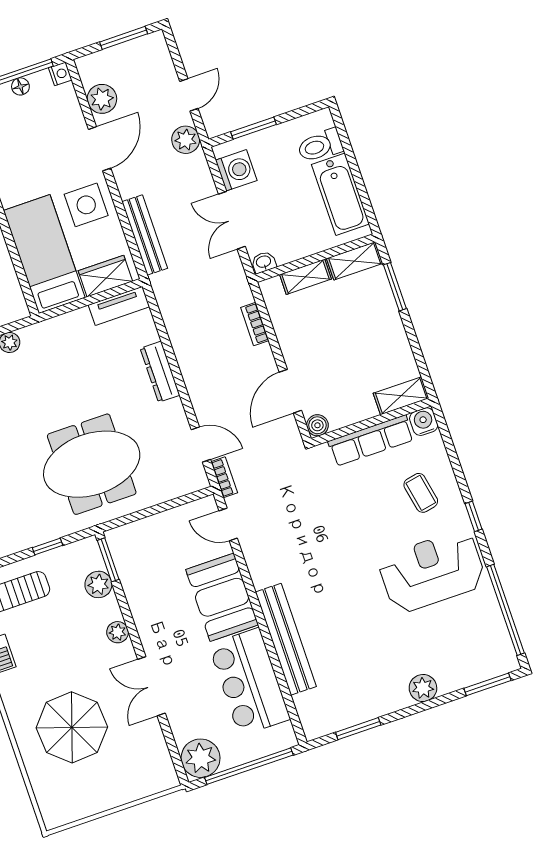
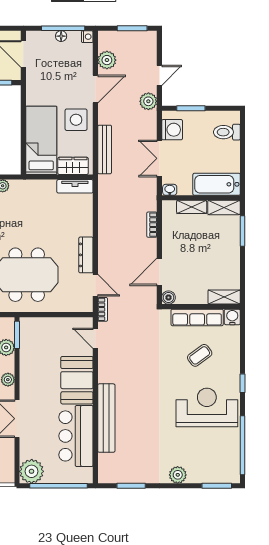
bathtub: (340, 194) -> (217, 184), moved, turned 90
dresser: (160, 372) -> (86, 255), moved
coffee table: (421, 493) -> (200, 355), moved, turned 65

